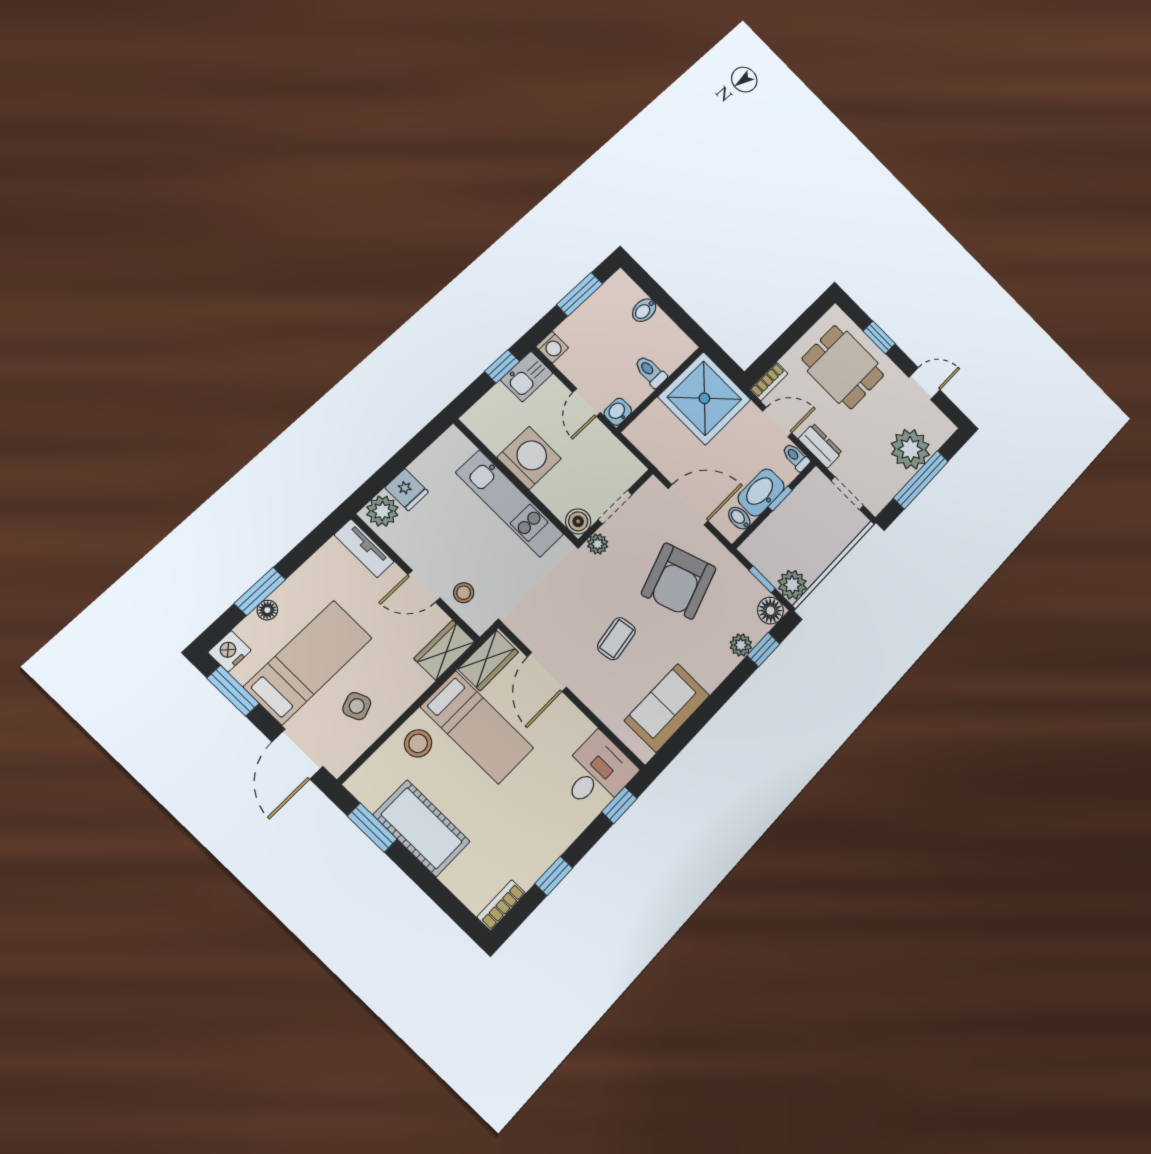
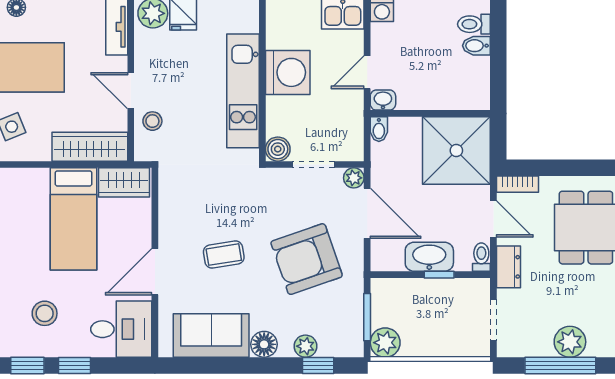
toilet: (650, 372) -> (474, 24), moved, turned -90
plant: (910, 449) -> (570, 342), width x0.73, depth x0.73
bidet: (739, 518) -> (379, 129), moved, turned 180
plant: (598, 544) -> (354, 178), moved
window: (762, 579) -> (367, 317), width x1.50
floor lamp: (770, 611) -> (264, 344), moved
wardrobe: (444, 650) -> (90, 147), width x1.50
door: (547, 672) -> (155, 272), moved
stool: (418, 743) -> (45, 313), moved
window: (619, 805) -> (74, 365), moved

